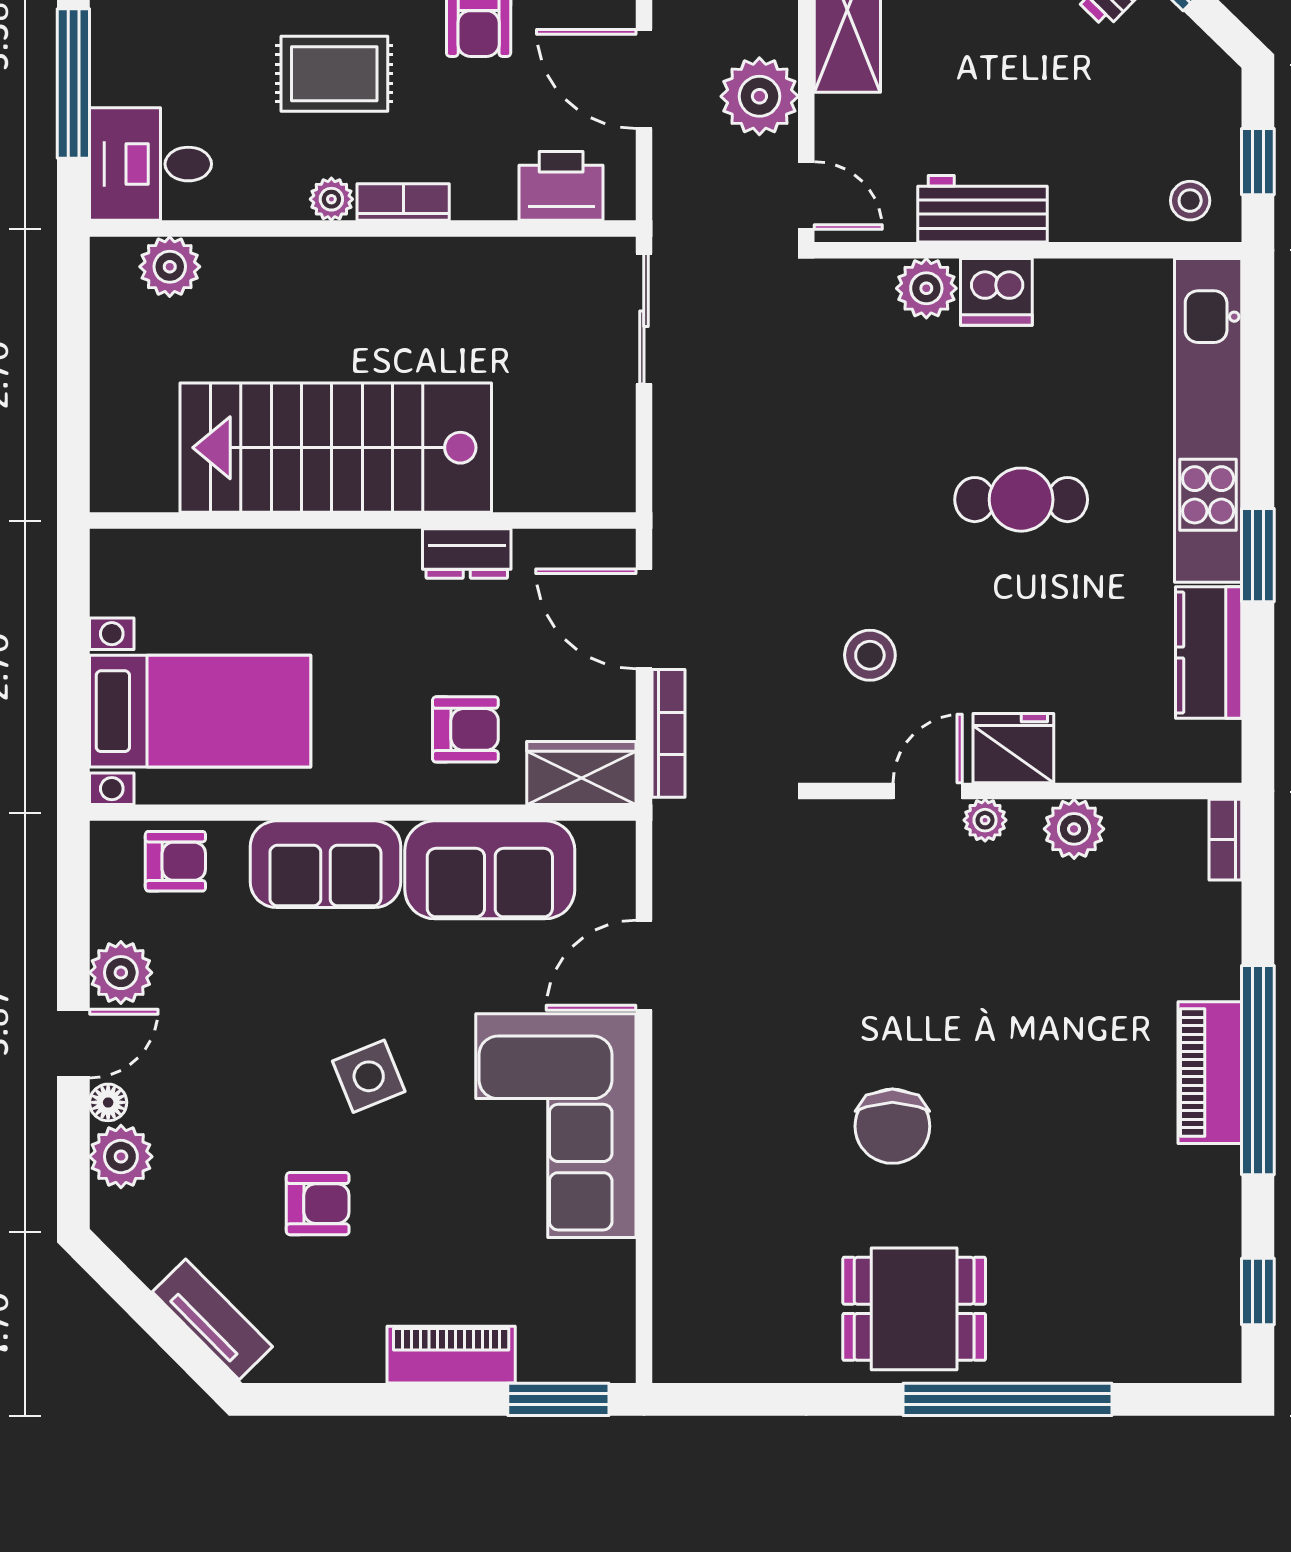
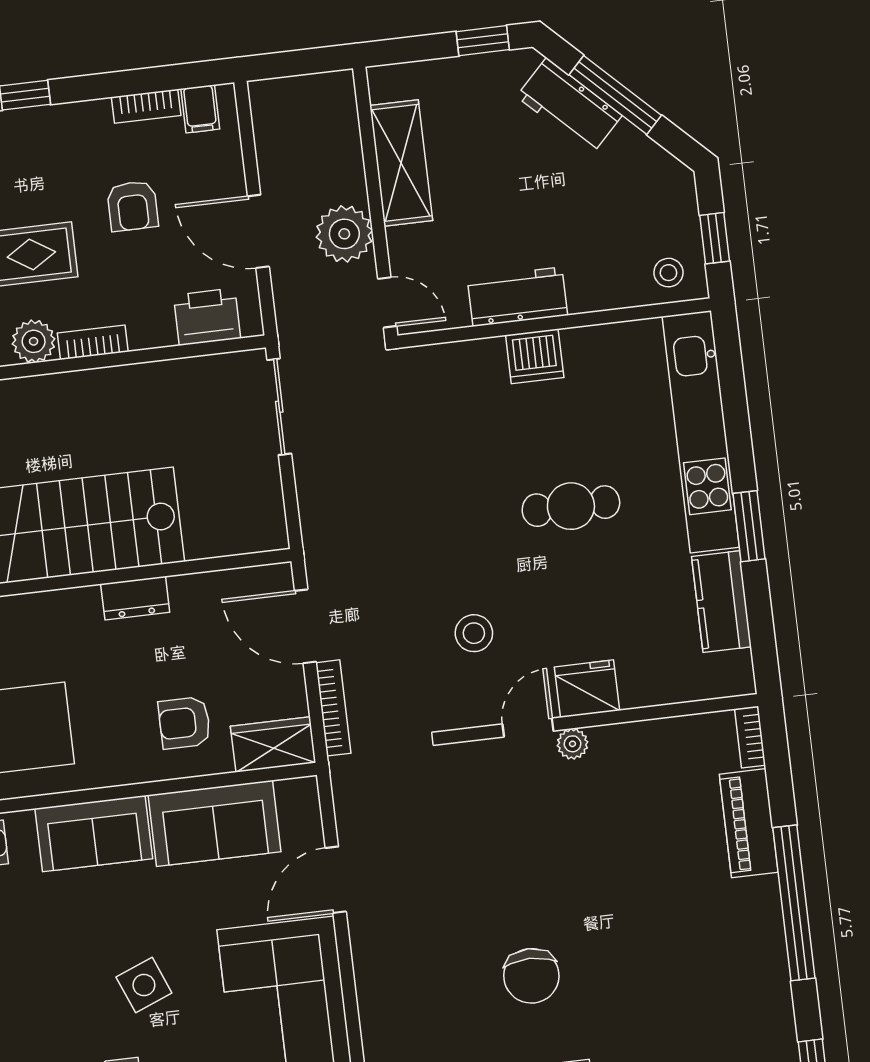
plant: (331, 199) -> (34, 341), width x1.38, depth x1.38
plant: (926, 288) -> (483, 360), removed
dresser: (467, 554) -> (135, 598), moved
armchair: (465, 729) -> (184, 723), turned 180
plant: (1074, 829) -> (638, 742), removed
piano: (1210, 1073) -> (749, 823), moved

